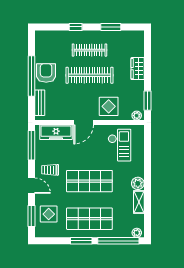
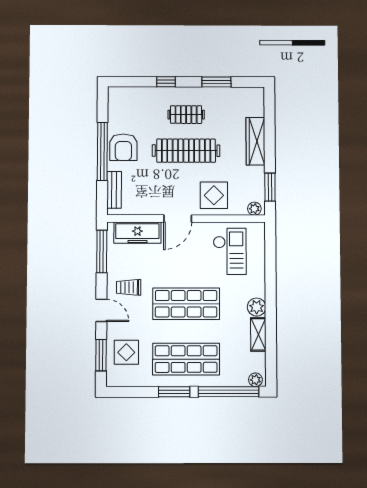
clothes rail: (89, 50) -> (186, 115), width x0.73
wardrobe: (138, 69) -> (255, 141), width x1.50
armchair: (46, 73) -> (123, 147), turned 180

